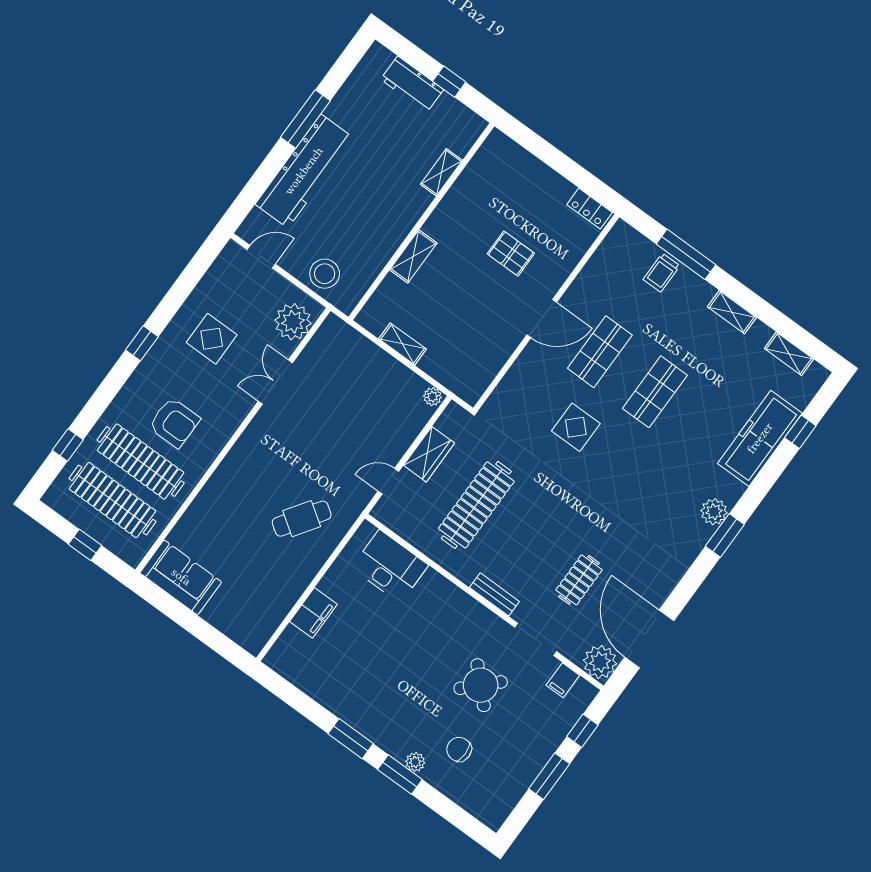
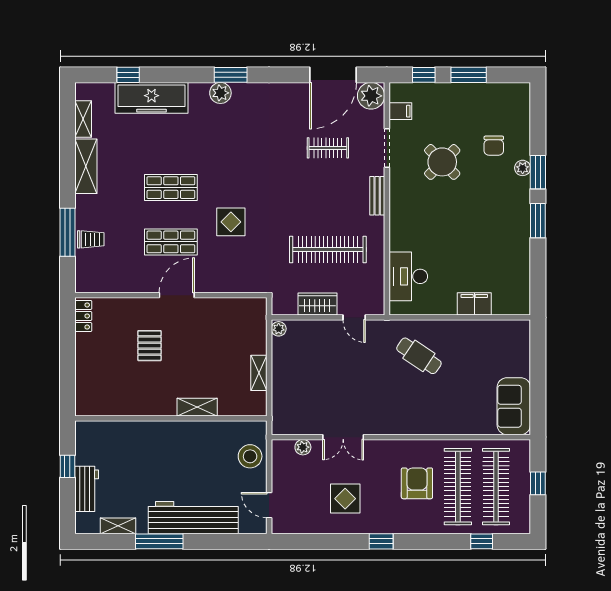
shelving: (441, 172) -> (118, 526), moved
shelving: (732, 312) -> (86, 166), width x1.50, depth x1.33
door: (542, 319) -> (177, 295), hinge flipped
plant: (293, 322) -> (303, 447), width x0.53, depth x0.53

